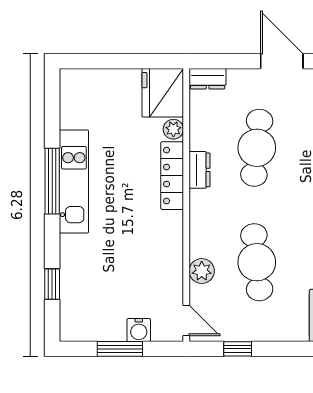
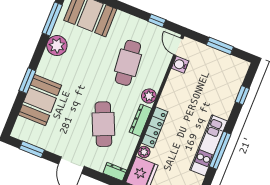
cafe table: (257, 148) -> (103, 124), turned -30
dresser: (200, 170) -> (140, 120), width x1.44
plant: (202, 271) -> (149, 96), moved
water cooler: (139, 330) -> (180, 65), moved, turned -90

